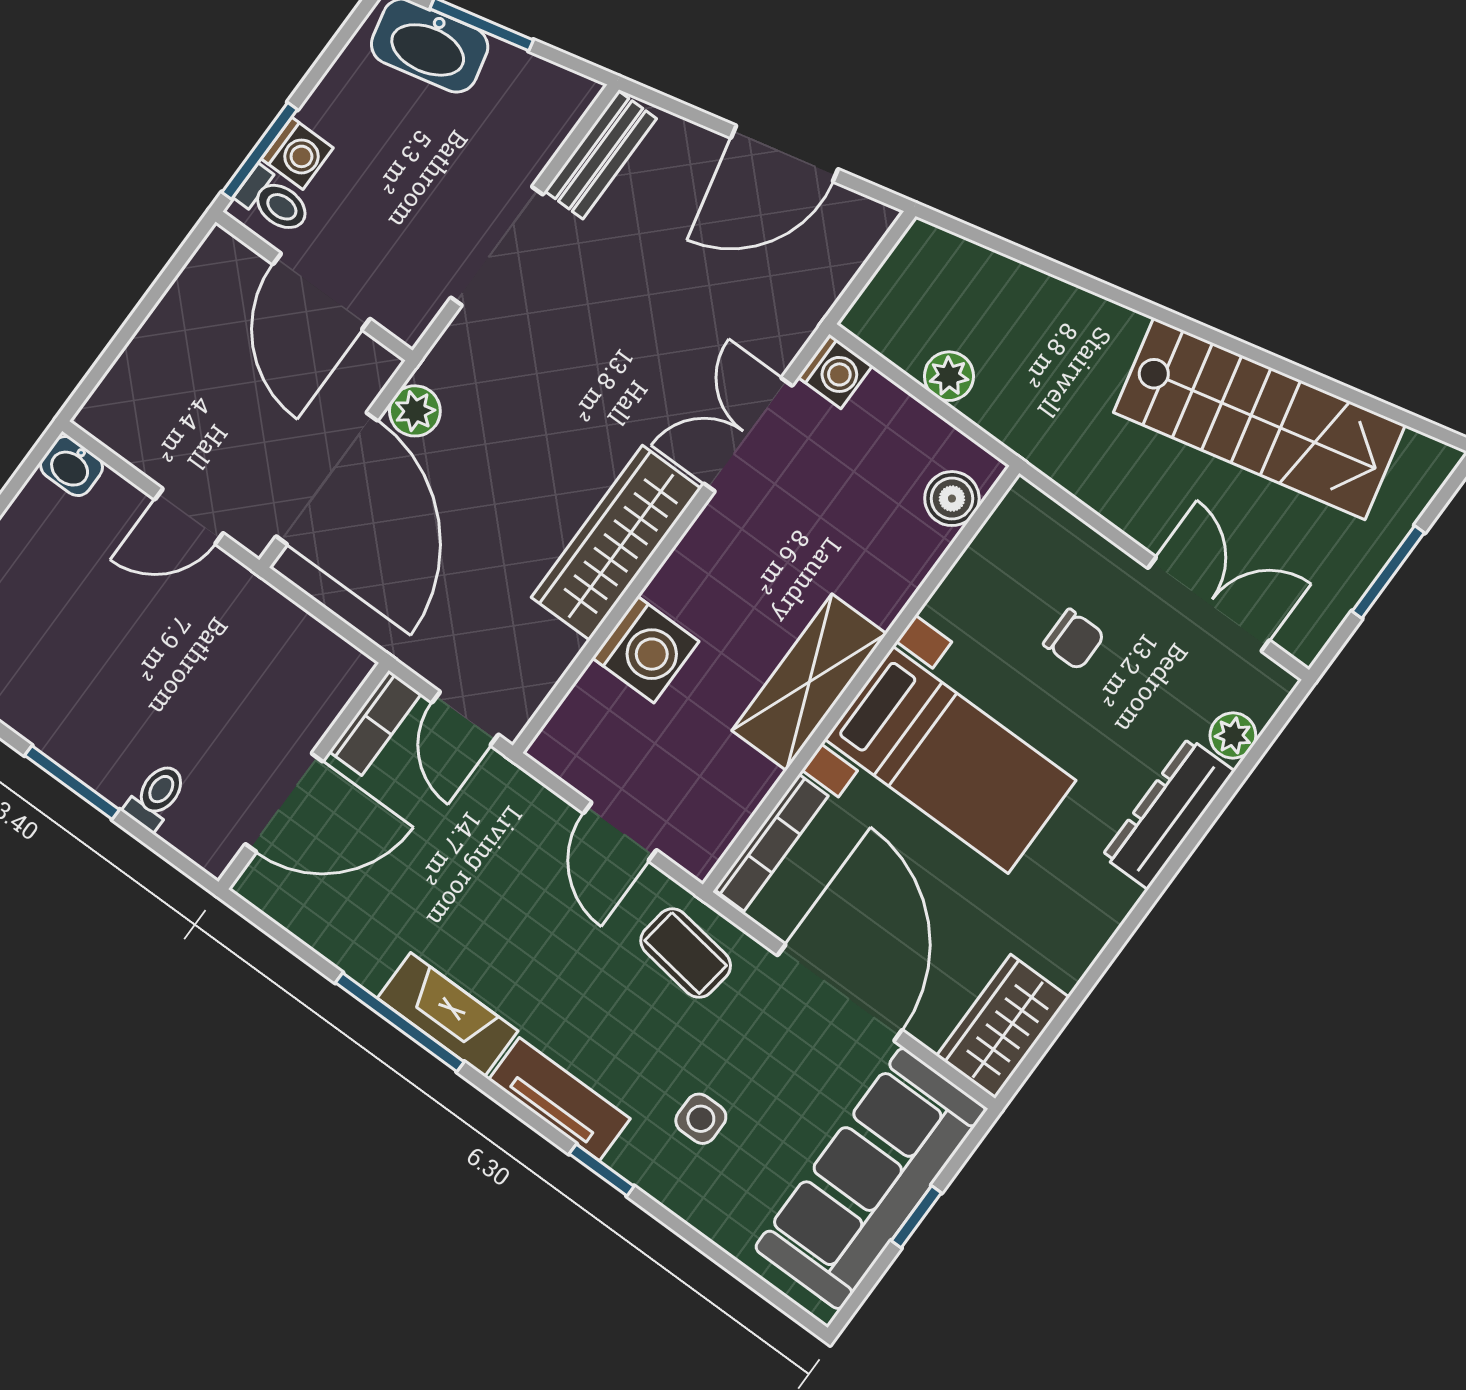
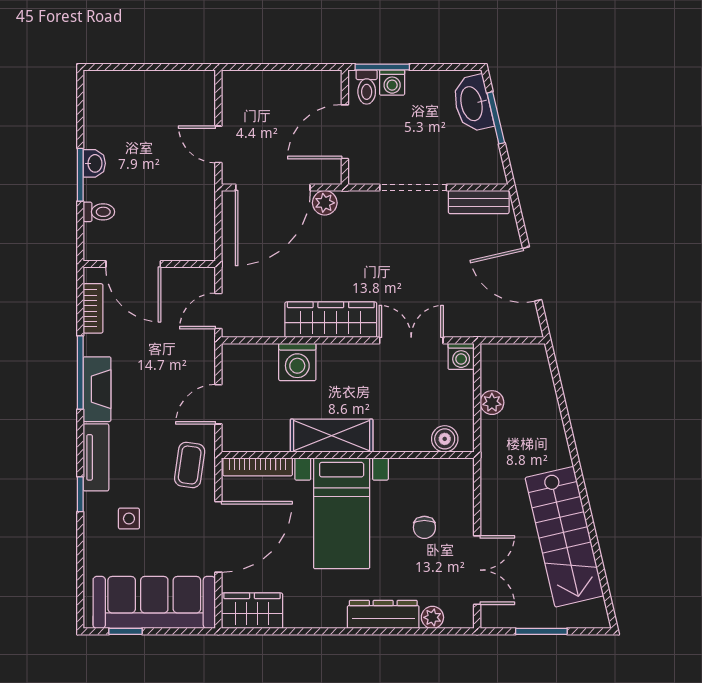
washbasin: (71, 466) -> (94, 163), moved, turned 180
bookcase: (375, 723) -> (93, 308), moved, turned -90
window: (916, 1217) -> (125, 631), moved

